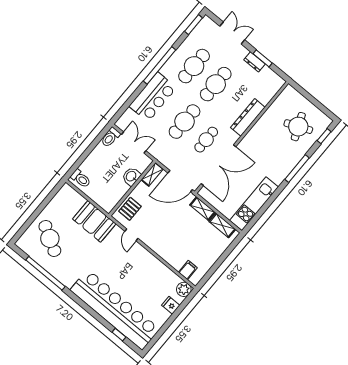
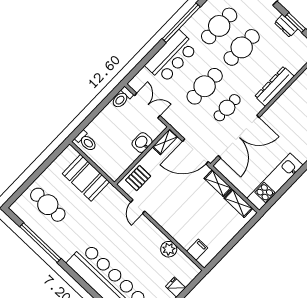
booth: (94, 221) -> (86, 178), moved
cafe table: (50, 238) -> (48, 205), turned -30
plant: (184, 289) -> (169, 249), moved

